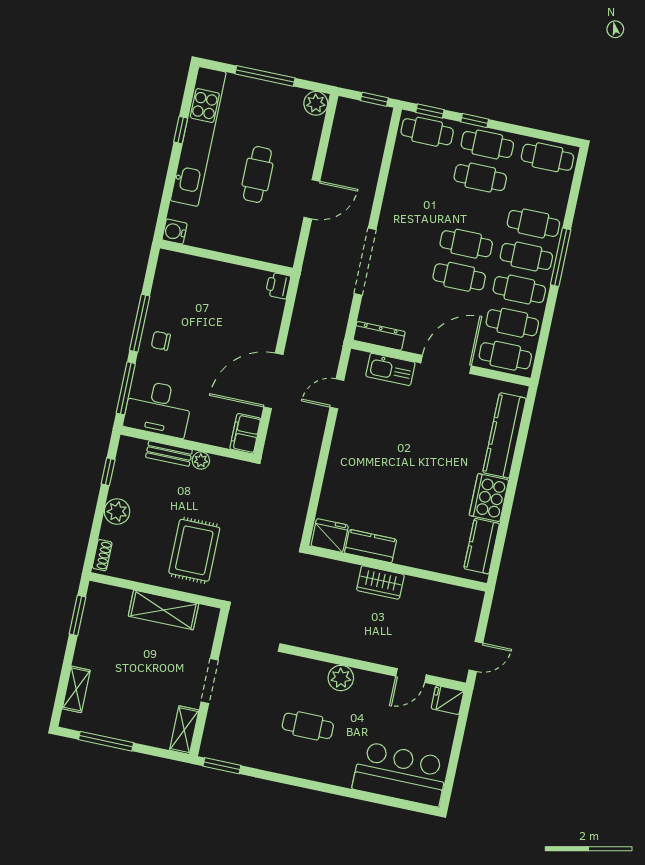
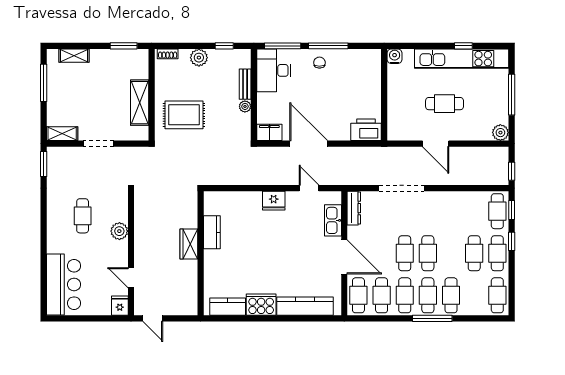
printer: (278, 286) -> (366, 130), width x1.87, depth x1.48
fridge: (330, 535) -> (274, 201), moved, turned 90

